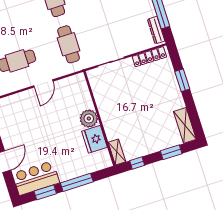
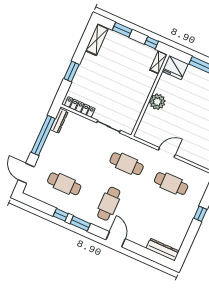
cafe table: (68, 44) -> (127, 164), turned 90
fridge: (94, 139) -> (175, 68), moved, turned 90

